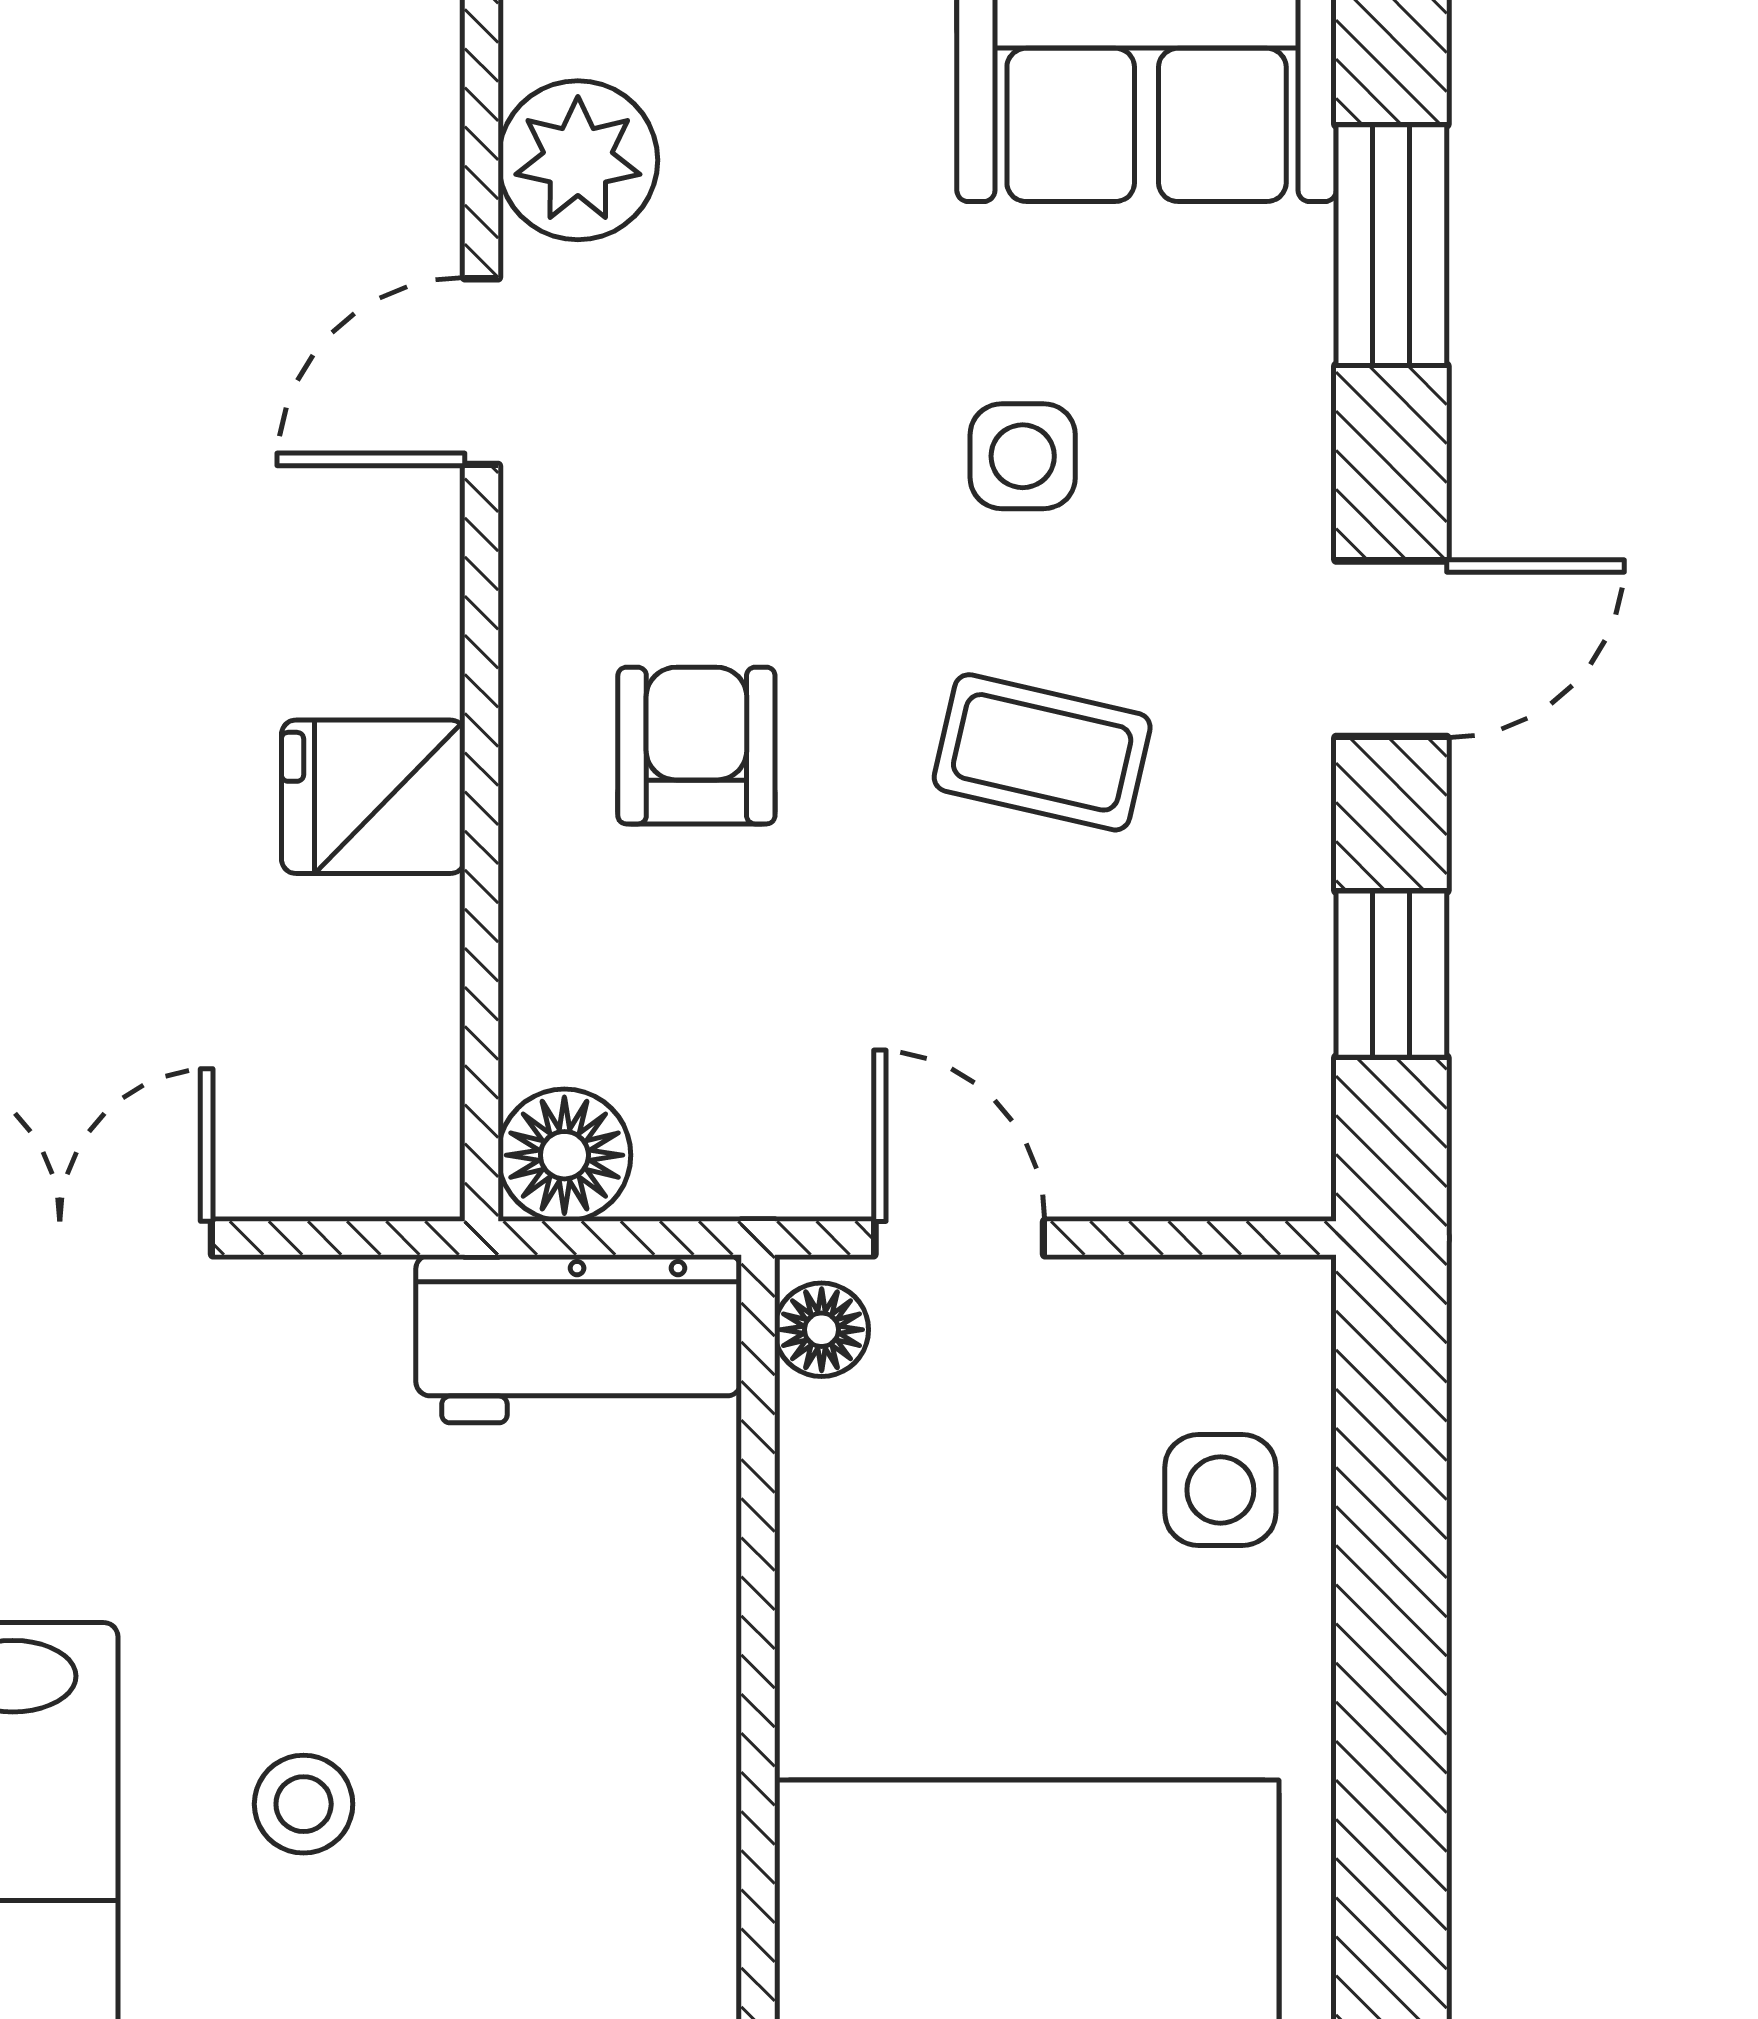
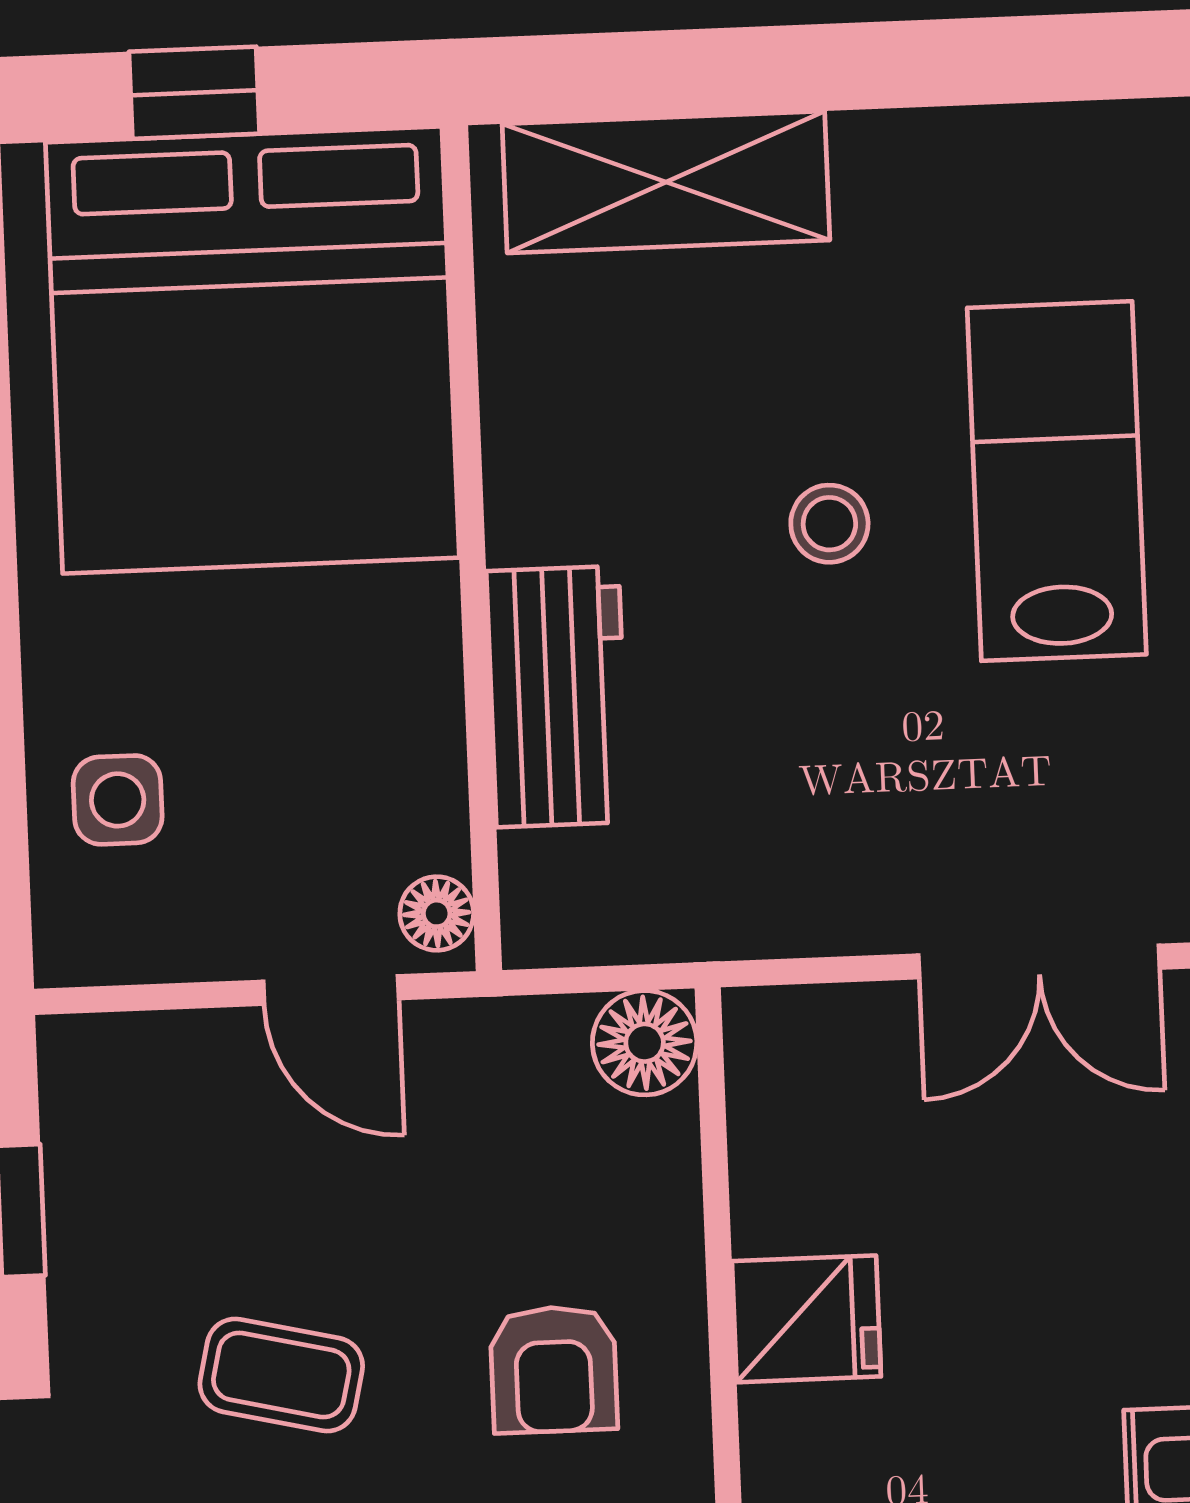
workbench: (579, 1339) -> (557, 697), moved, turned 90

